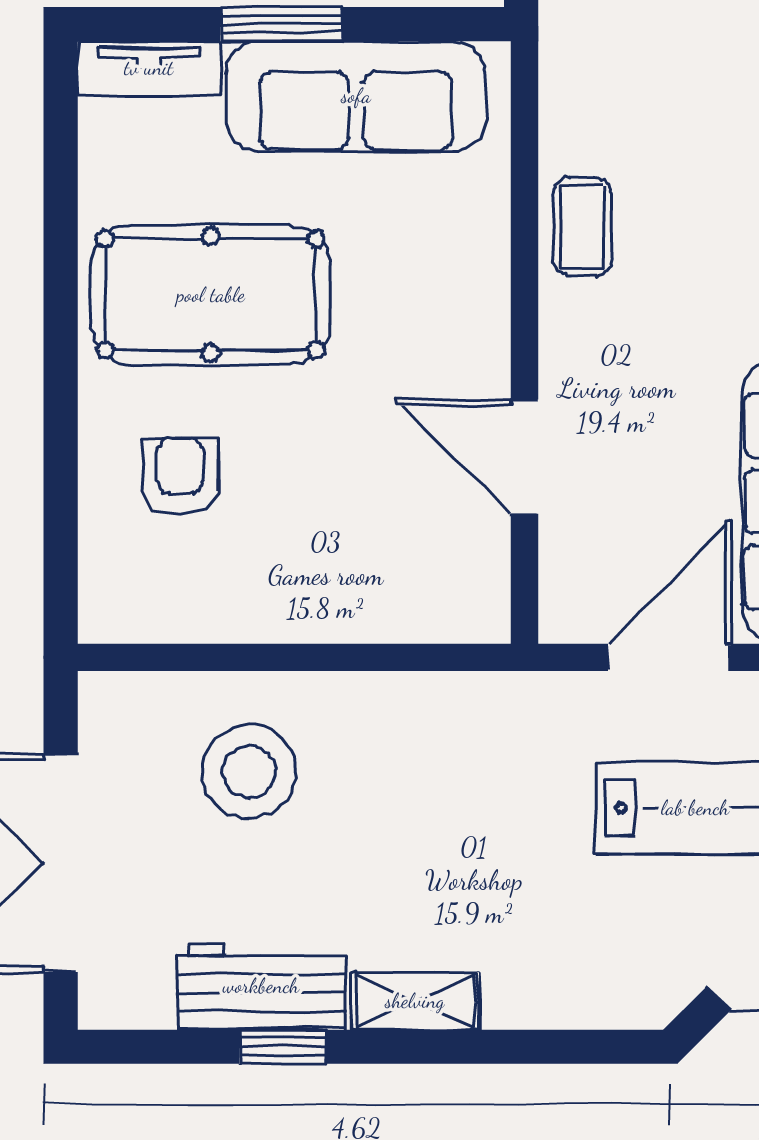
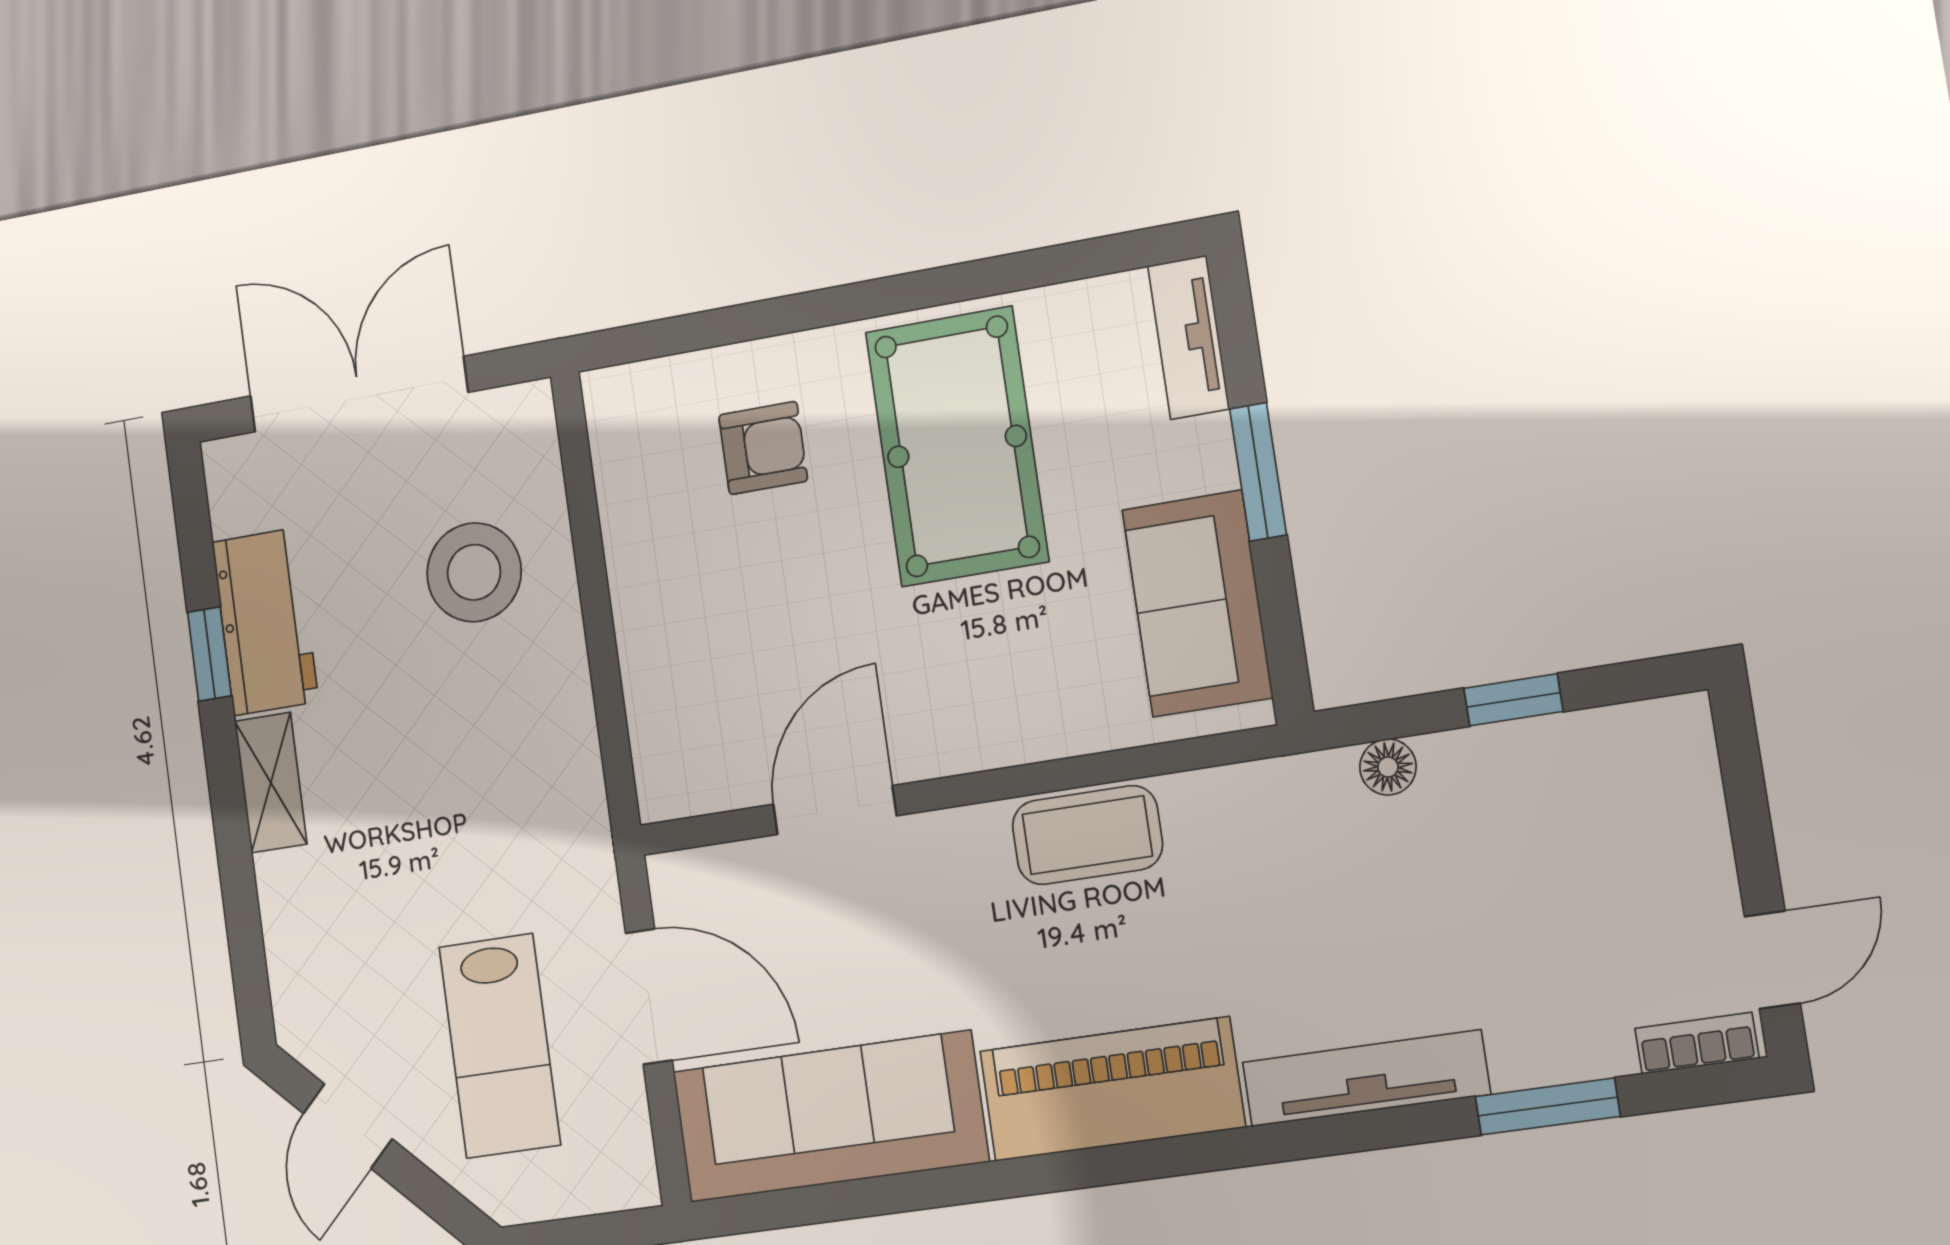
sofa: (356, 96) -> (1197, 604), width x0.73
coffee table: (583, 227) -> (1087, 835), width x1.36, depth x1.30

